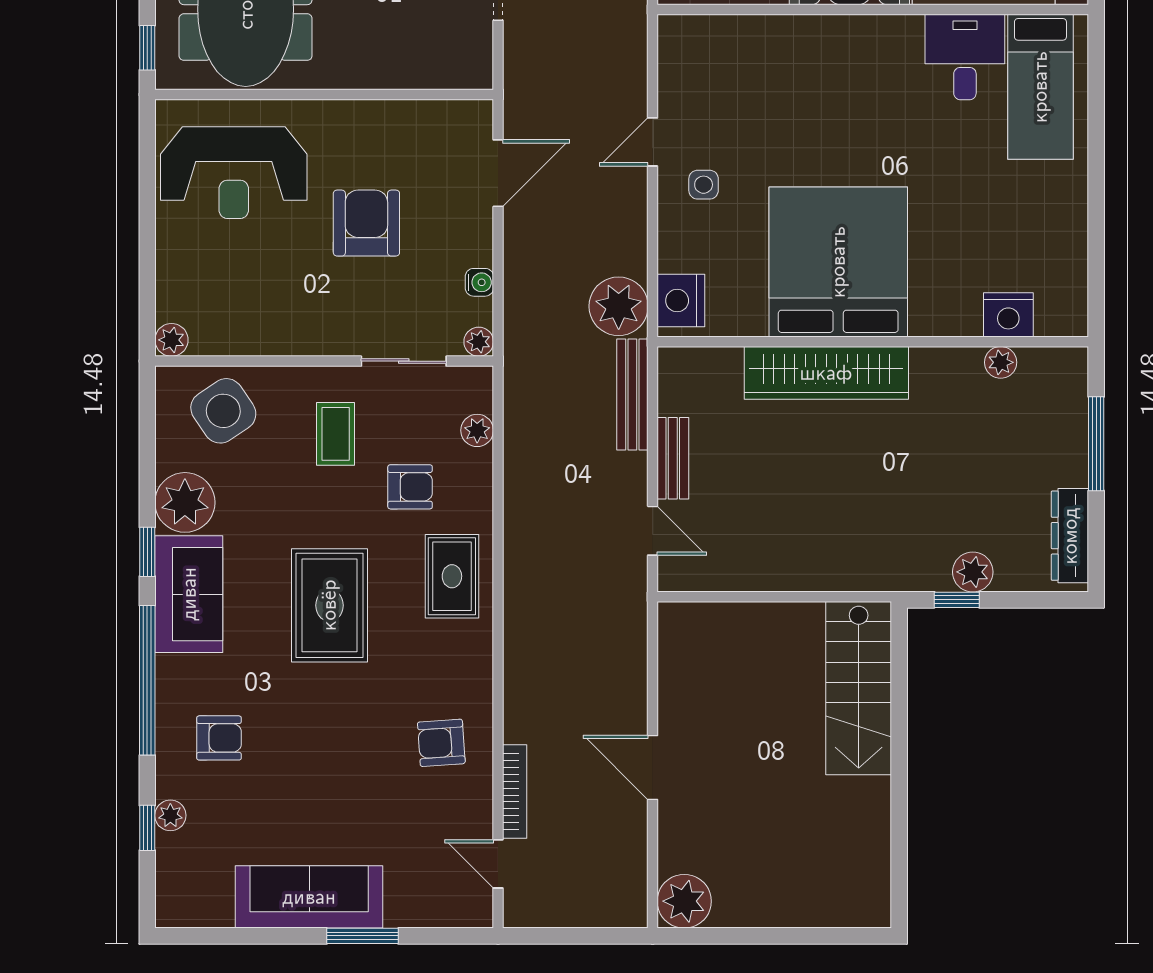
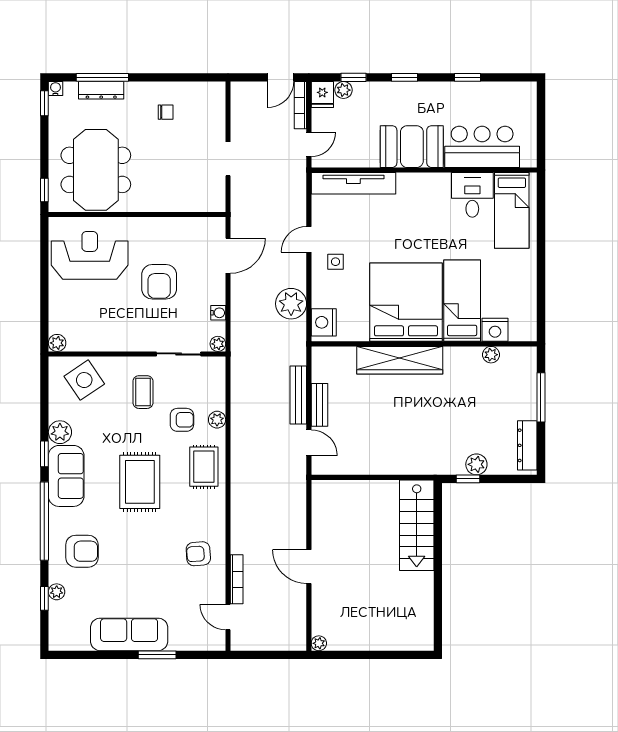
tv unit: (738, 35) -> (353, 183), added
reception desk: (234, 173) -> (90, 255), turned 180
armchair: (366, 223) -> (159, 282), turned 180
bed: (945, 259) -> (462, 301), added
plant: (619, 306) -> (291, 304), moved
bench: (632, 394) -> (298, 395), moved
plant: (477, 430) -> (217, 420), moved
plant: (185, 502) -> (60, 432), width x0.73, depth x0.73
armchair: (219, 738) -> (82, 551), width x1.38, depth x1.38
plant: (684, 901) -> (319, 643), width x0.53, depth x0.53

